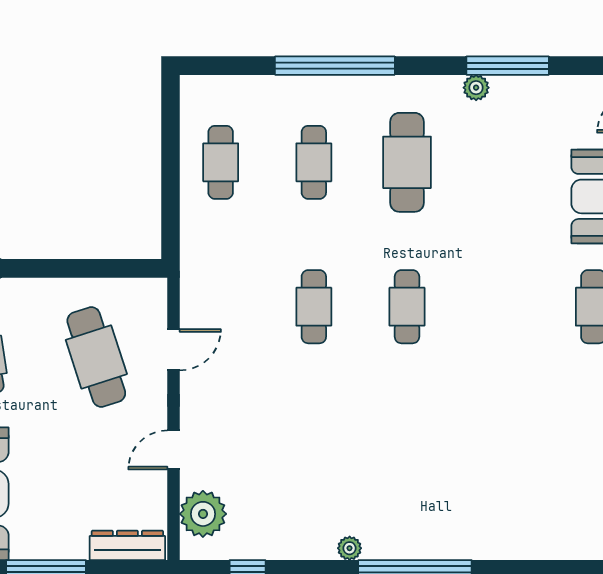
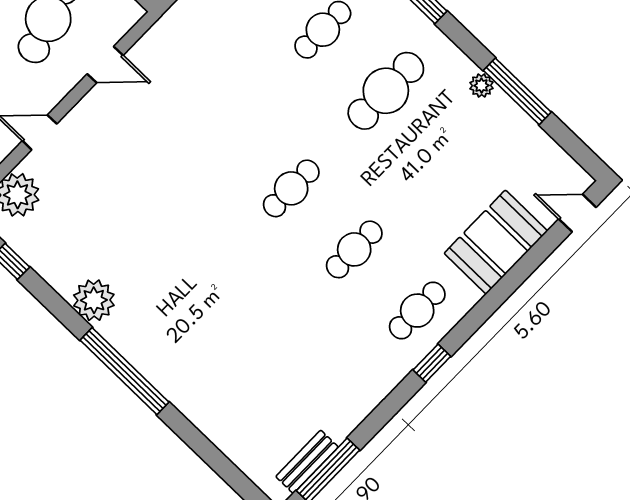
cafe table: (314, 307) -> (354, 249), moved
plant: (350, 548) -> (94, 300), width x1.87, depth x1.87

